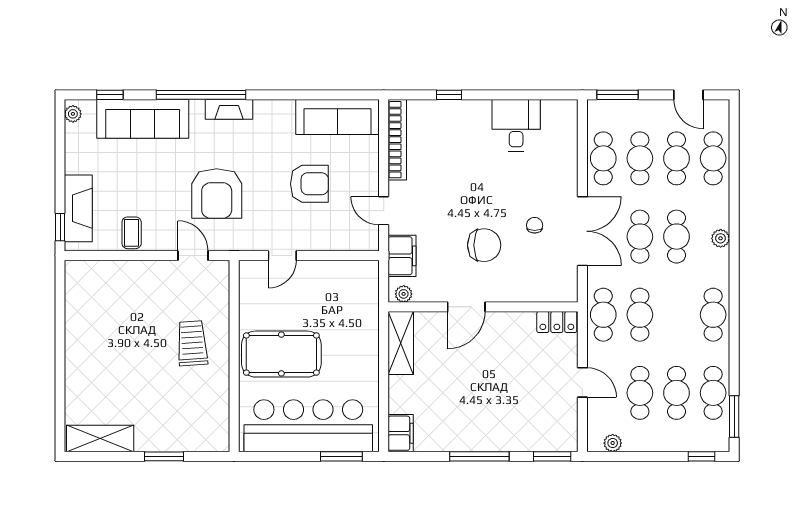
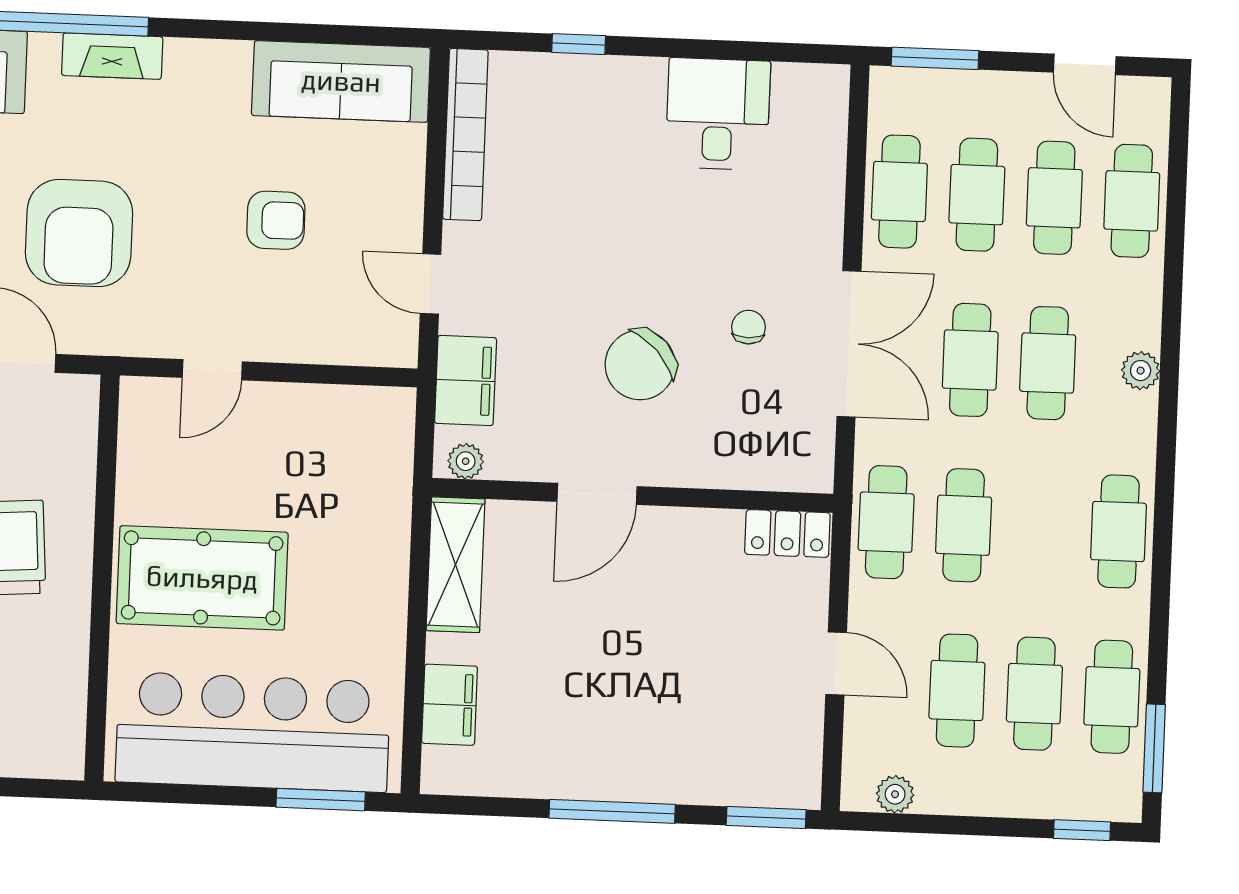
armchair: (309, 184) -> (276, 220), width x0.72, depth x0.72
chair: (484, 245) -> (640, 365), turned 137
filing cabinet: (401, 433) -> (450, 705), moved

